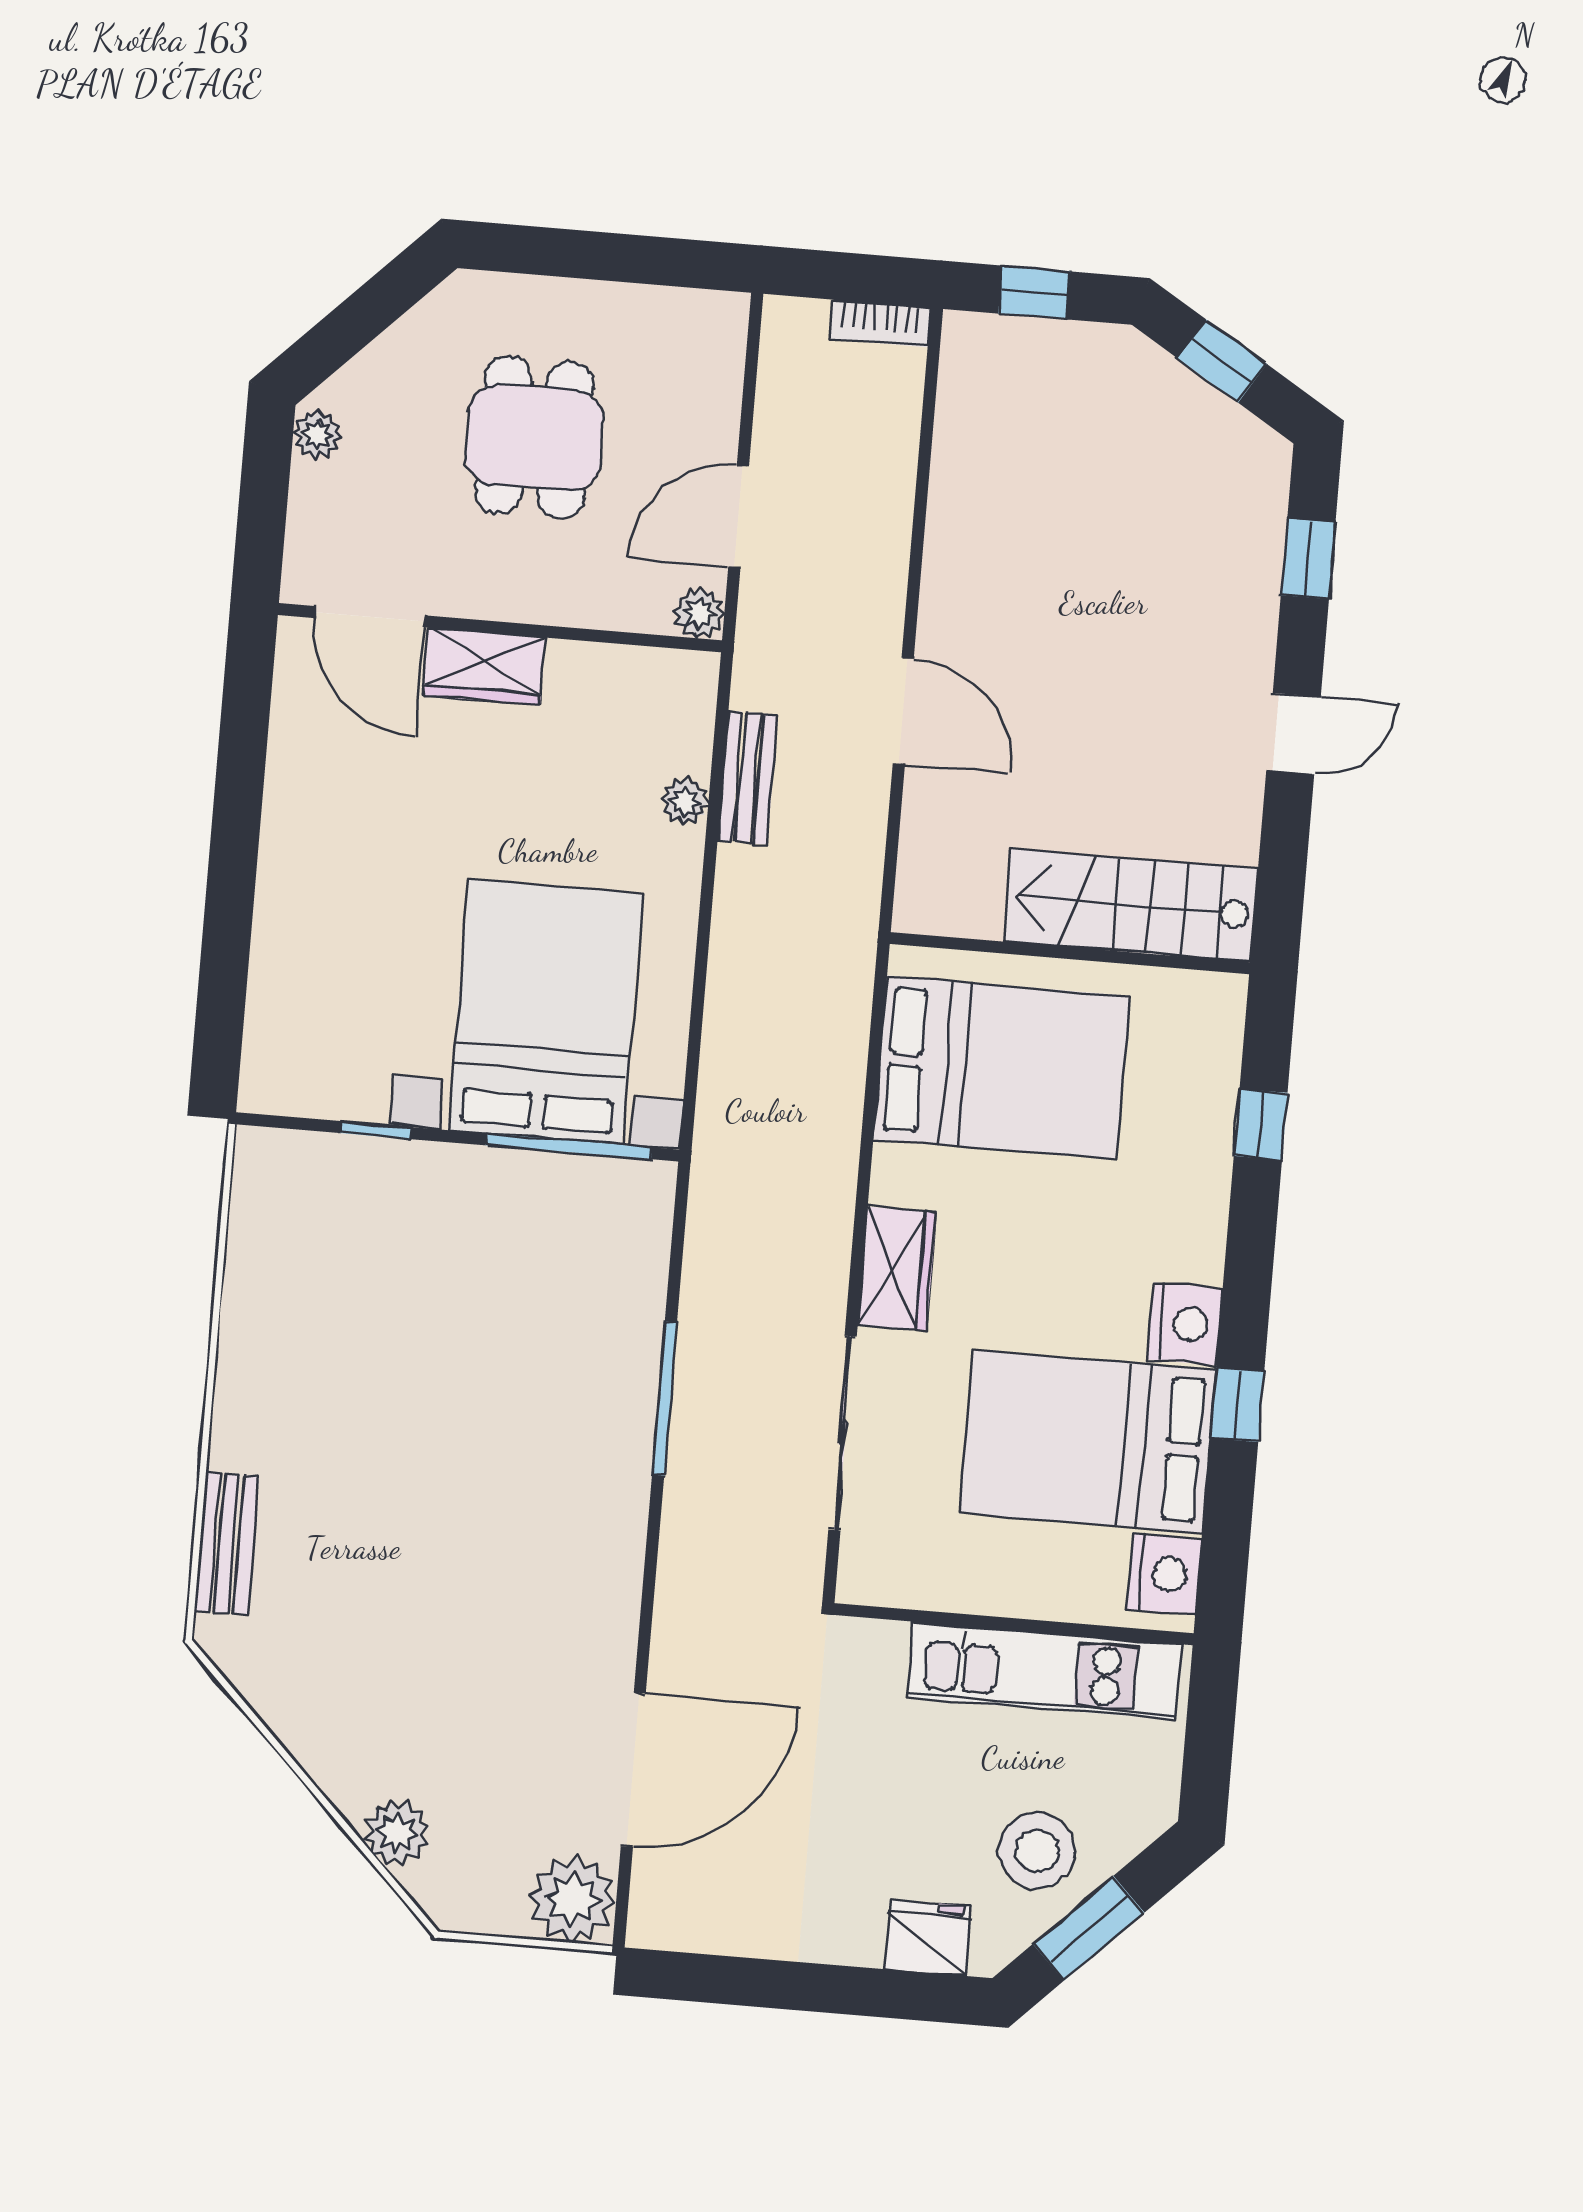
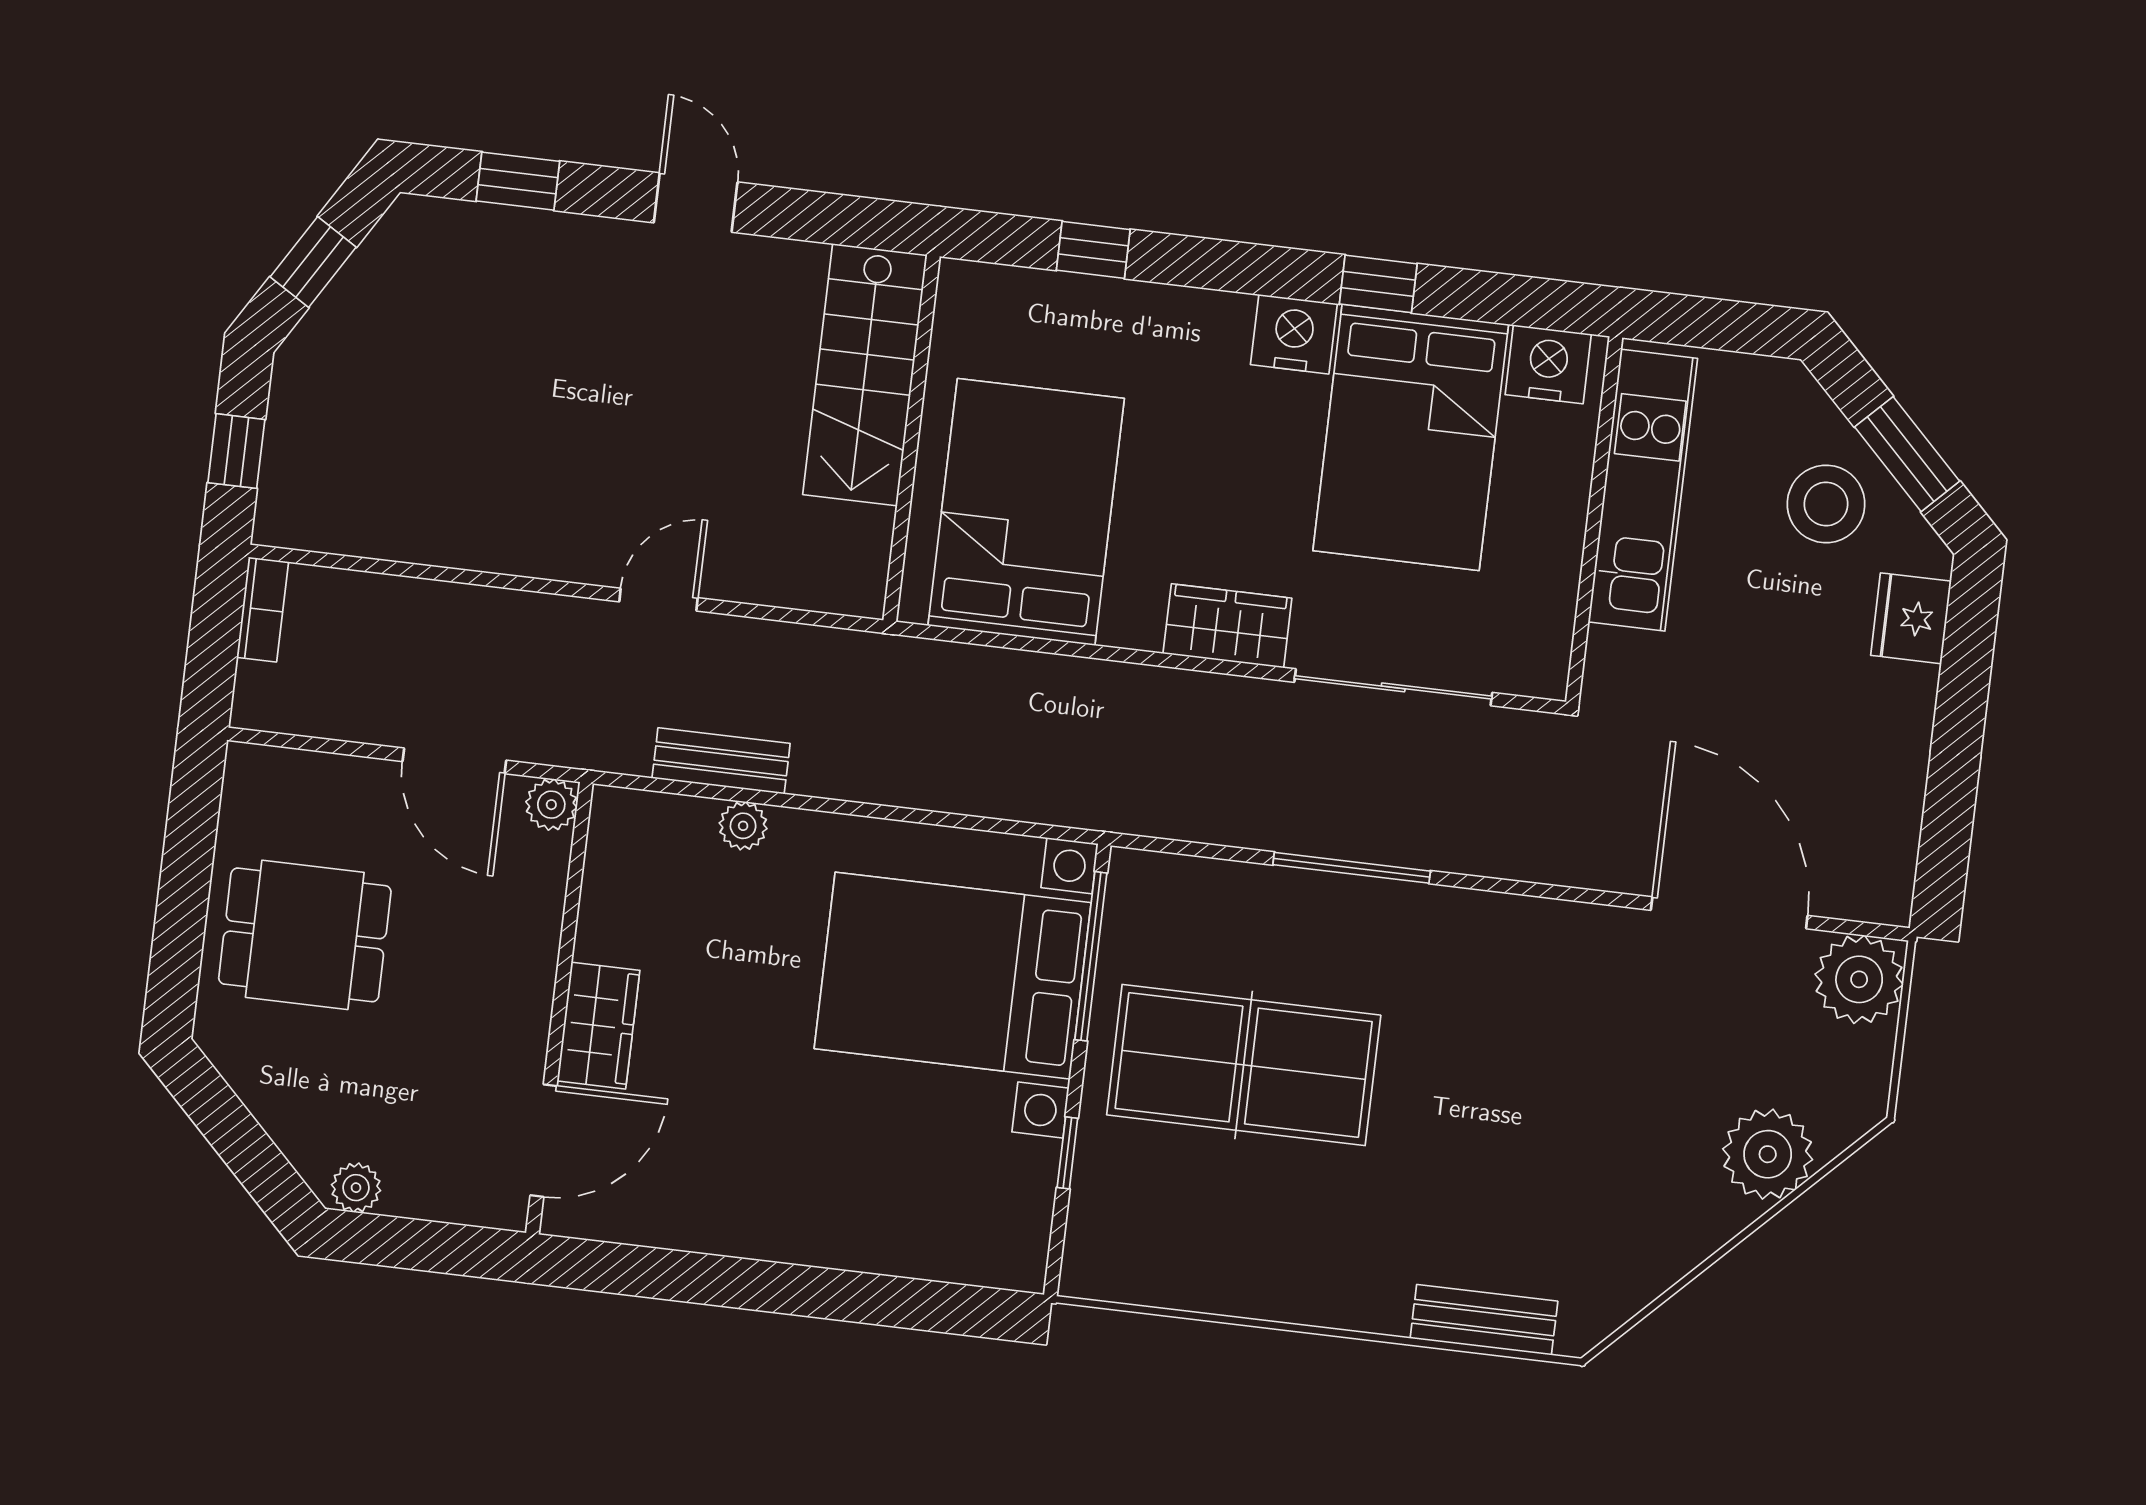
dining table: (534, 438) -> (305, 935), moved
door: (903, 711) -> (658, 600), width x0.73
table tennis table: (468, 1300) -> (1244, 1065), added
plant: (397, 1832) -> (1768, 1154), width x1.36, depth x1.36

